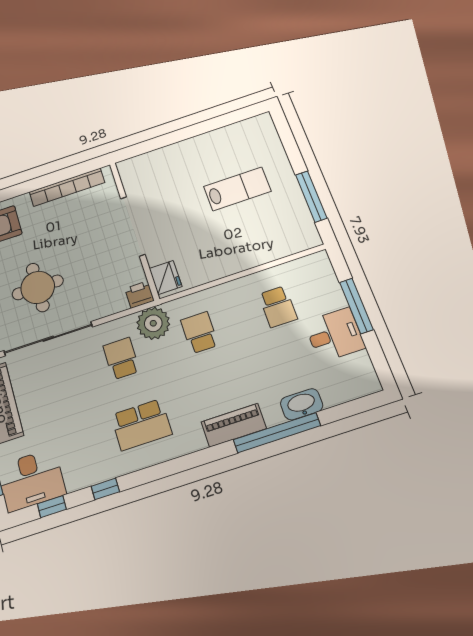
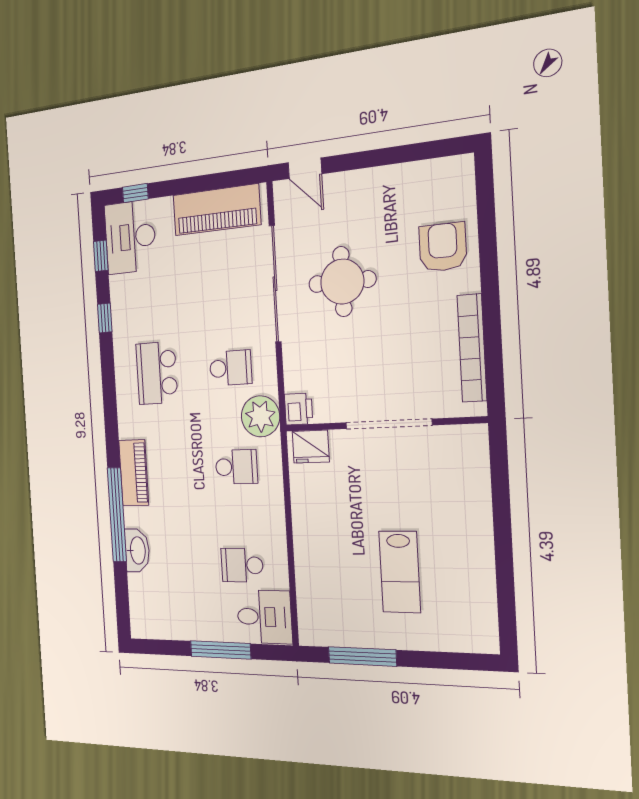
desk: (335, 335) -> (264, 617), moved, turned -90

